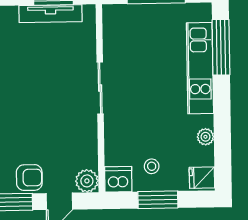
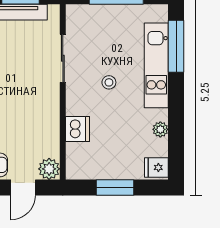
sliding door: (100, 88) -> (63, 58), moved
stool: (152, 166) -> (109, 82), moved
dishwasher: (118, 179) -> (78, 129), moved, turned 90

